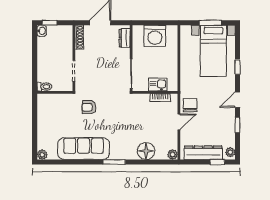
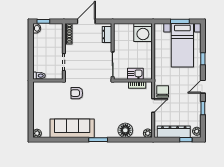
washing machine: (155, 36) -> (143, 33), moved

